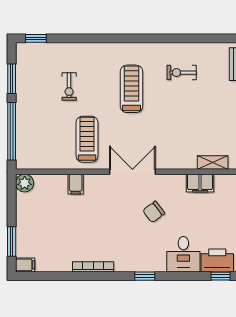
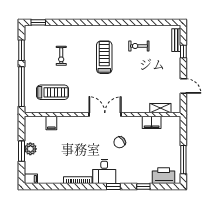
treadmill: (87, 139) -> (52, 92), moved, turned 90
plant: (25, 183) -> (30, 149), moved
filing cabinet: (76, 184) -> (51, 123), moved
window: (12, 242) -> (21, 151), moved
desk: (183, 254) -> (104, 171), moved
window: (220, 276) -> (143, 187), moved

